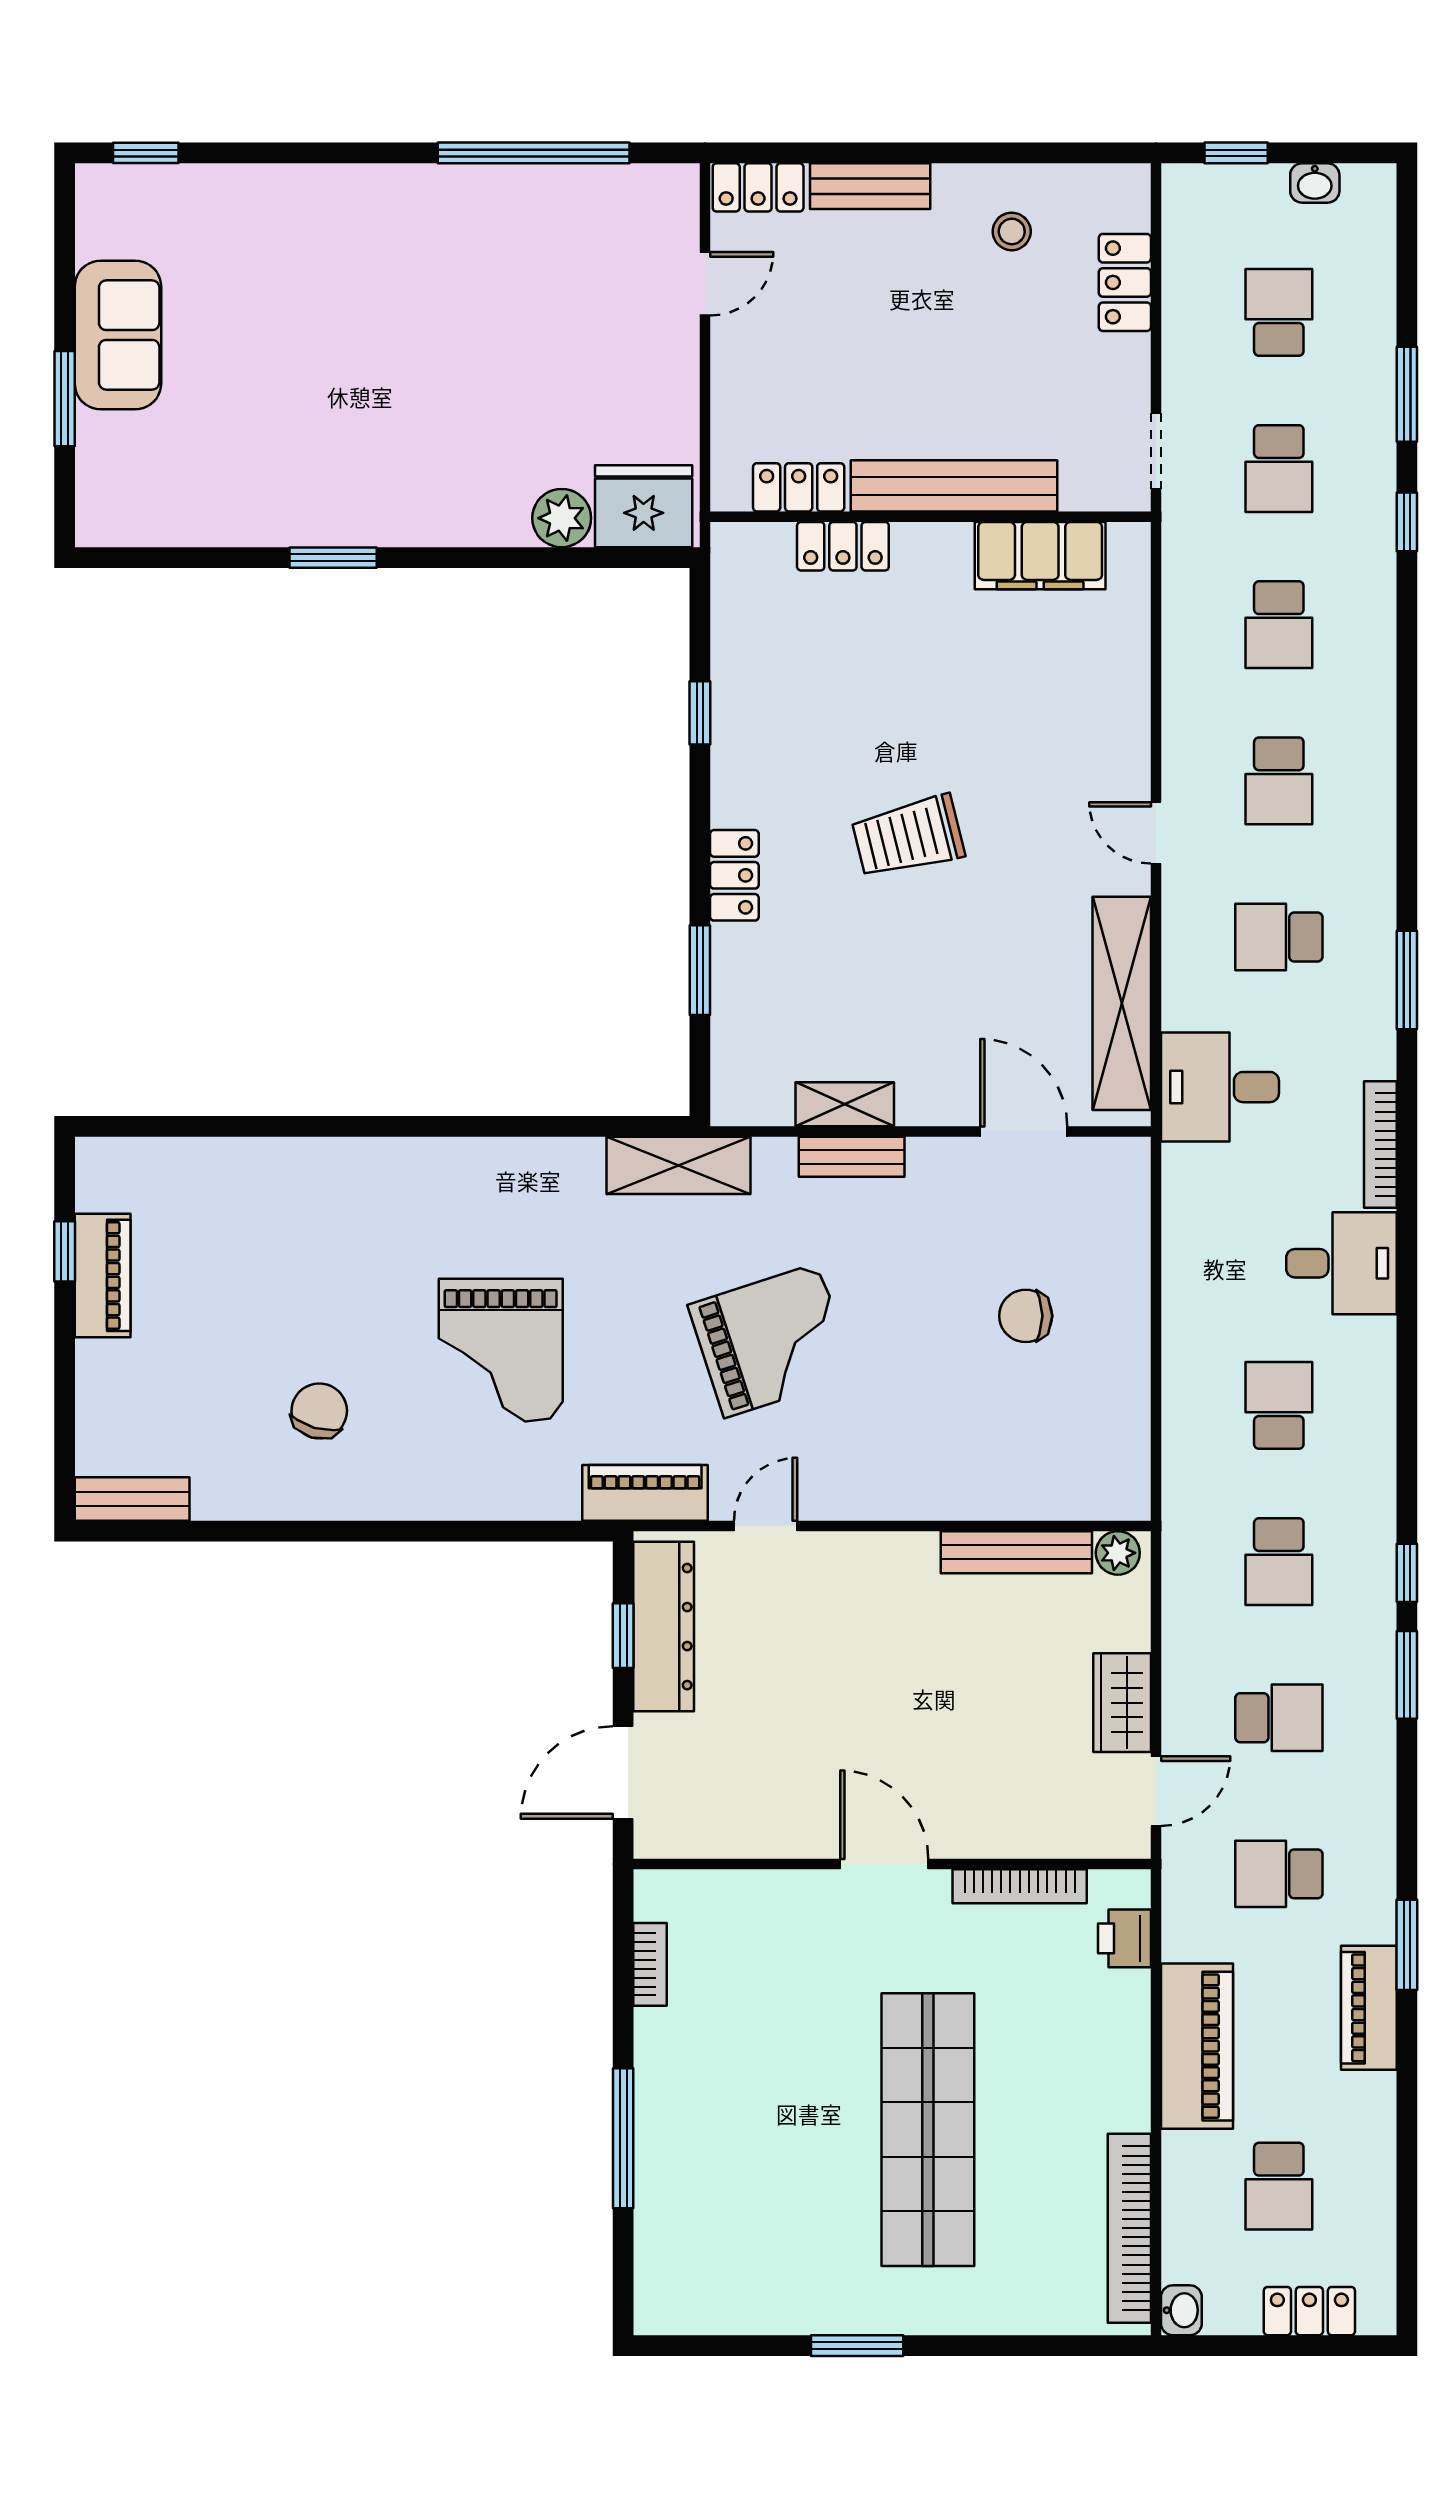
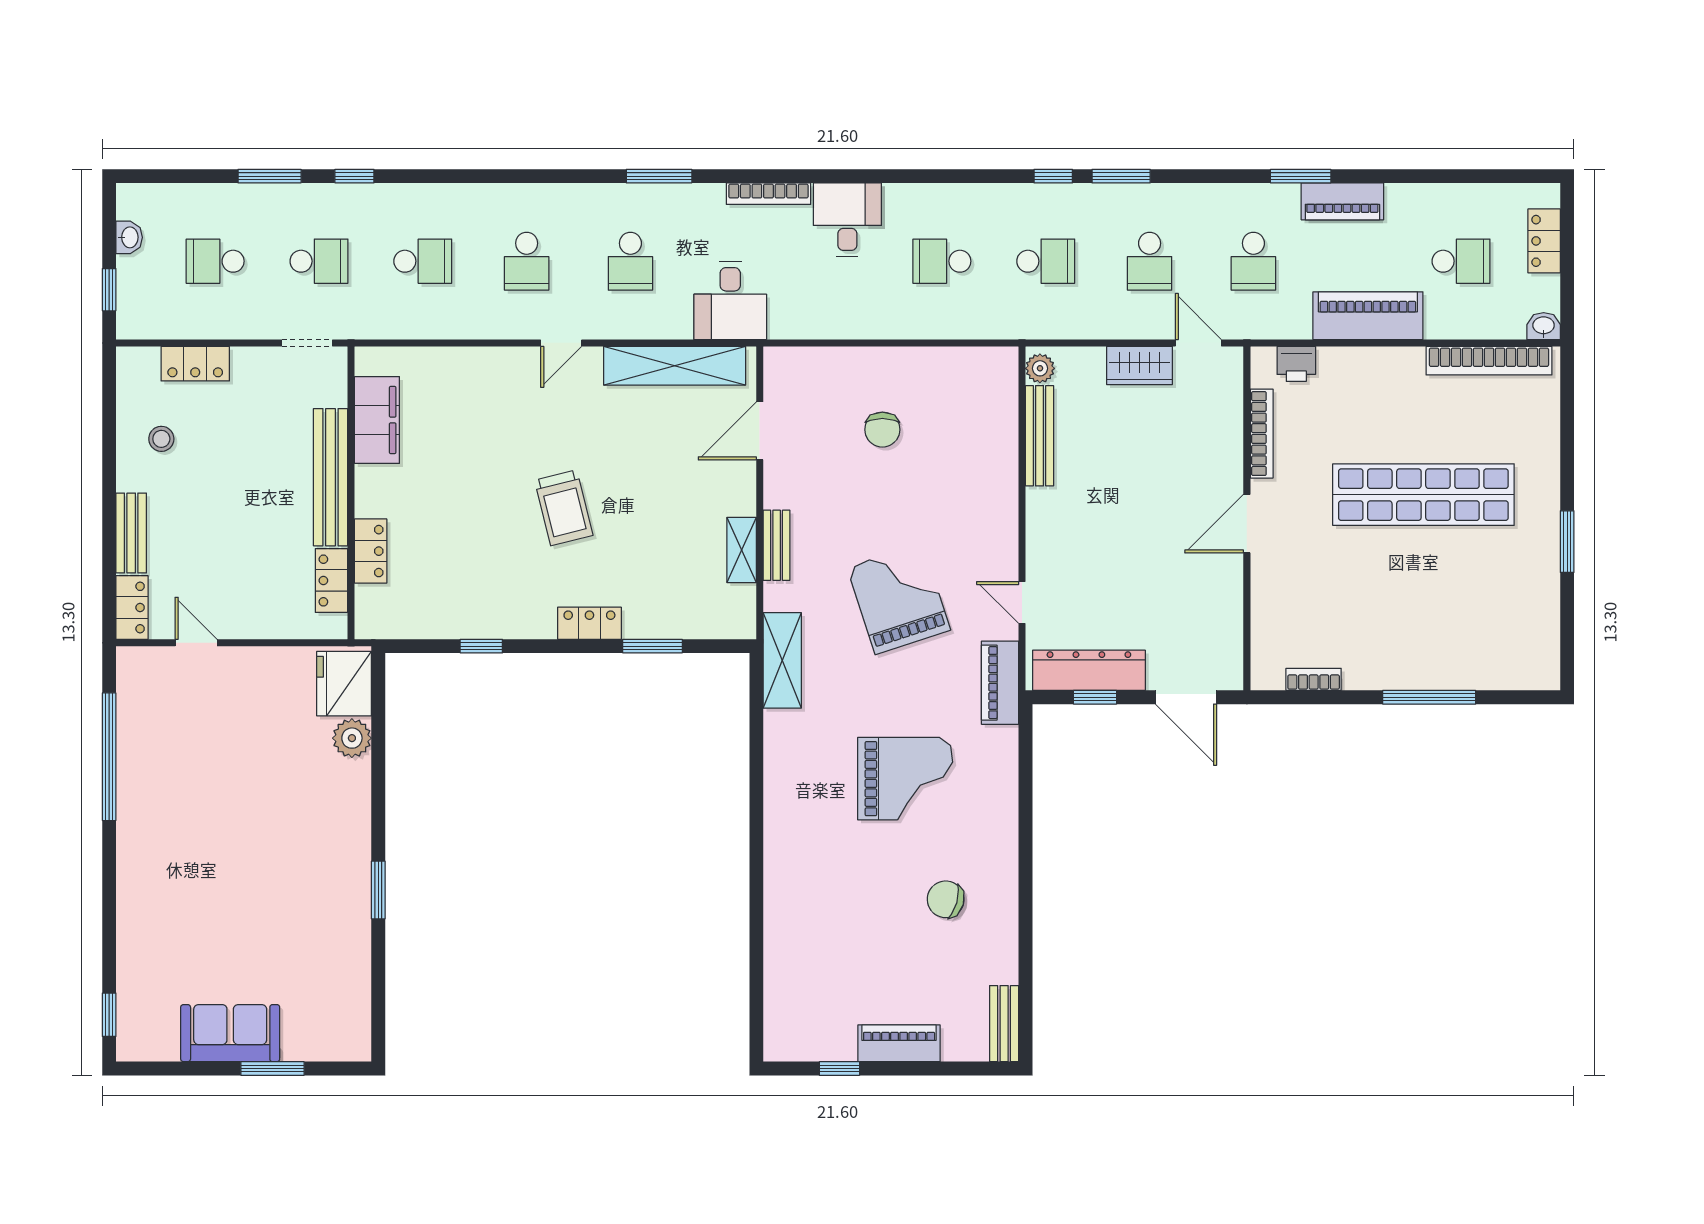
school desk: (1279, 781) -> (527, 261), turned 90
piano: (103, 1275) -> (899, 1043), moved
school desk: (1279, 1718) -> (1150, 261), turned 180

